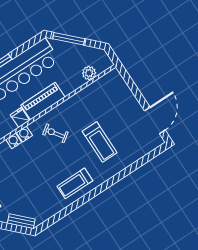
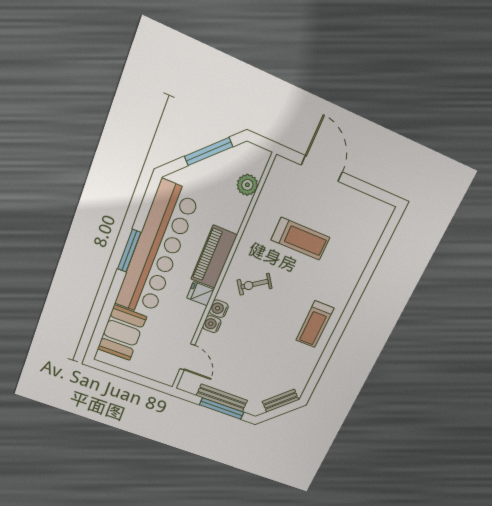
window: (69, 39) -> (209, 151), moved
door: (155, 120) -> (322, 168), moved
treadmill: (100, 142) -> (300, 239), moved

